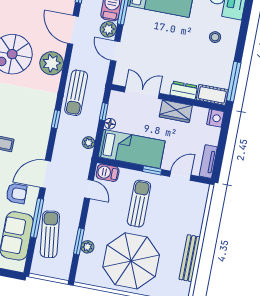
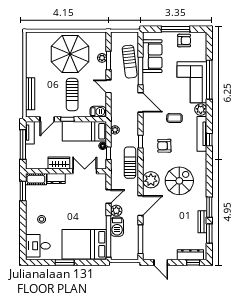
door: (73, 30) -> (141, 206), hinge flipped
door: (115, 51) -> (109, 197), hinge flipped
window: (234, 82) -> (23, 191), width x0.69
double door: (142, 93) -> (85, 171), swing flipped
nightstand: (215, 118) -> (31, 164), removed
window: (221, 147) -> (23, 145), added
door: (45, 174) -> (141, 102), hinge flipped
door: (89, 189) -> (109, 86), moved
armchair: (16, 193) -> (164, 146), moved
bench: (190, 258) -> (30, 94), moved

